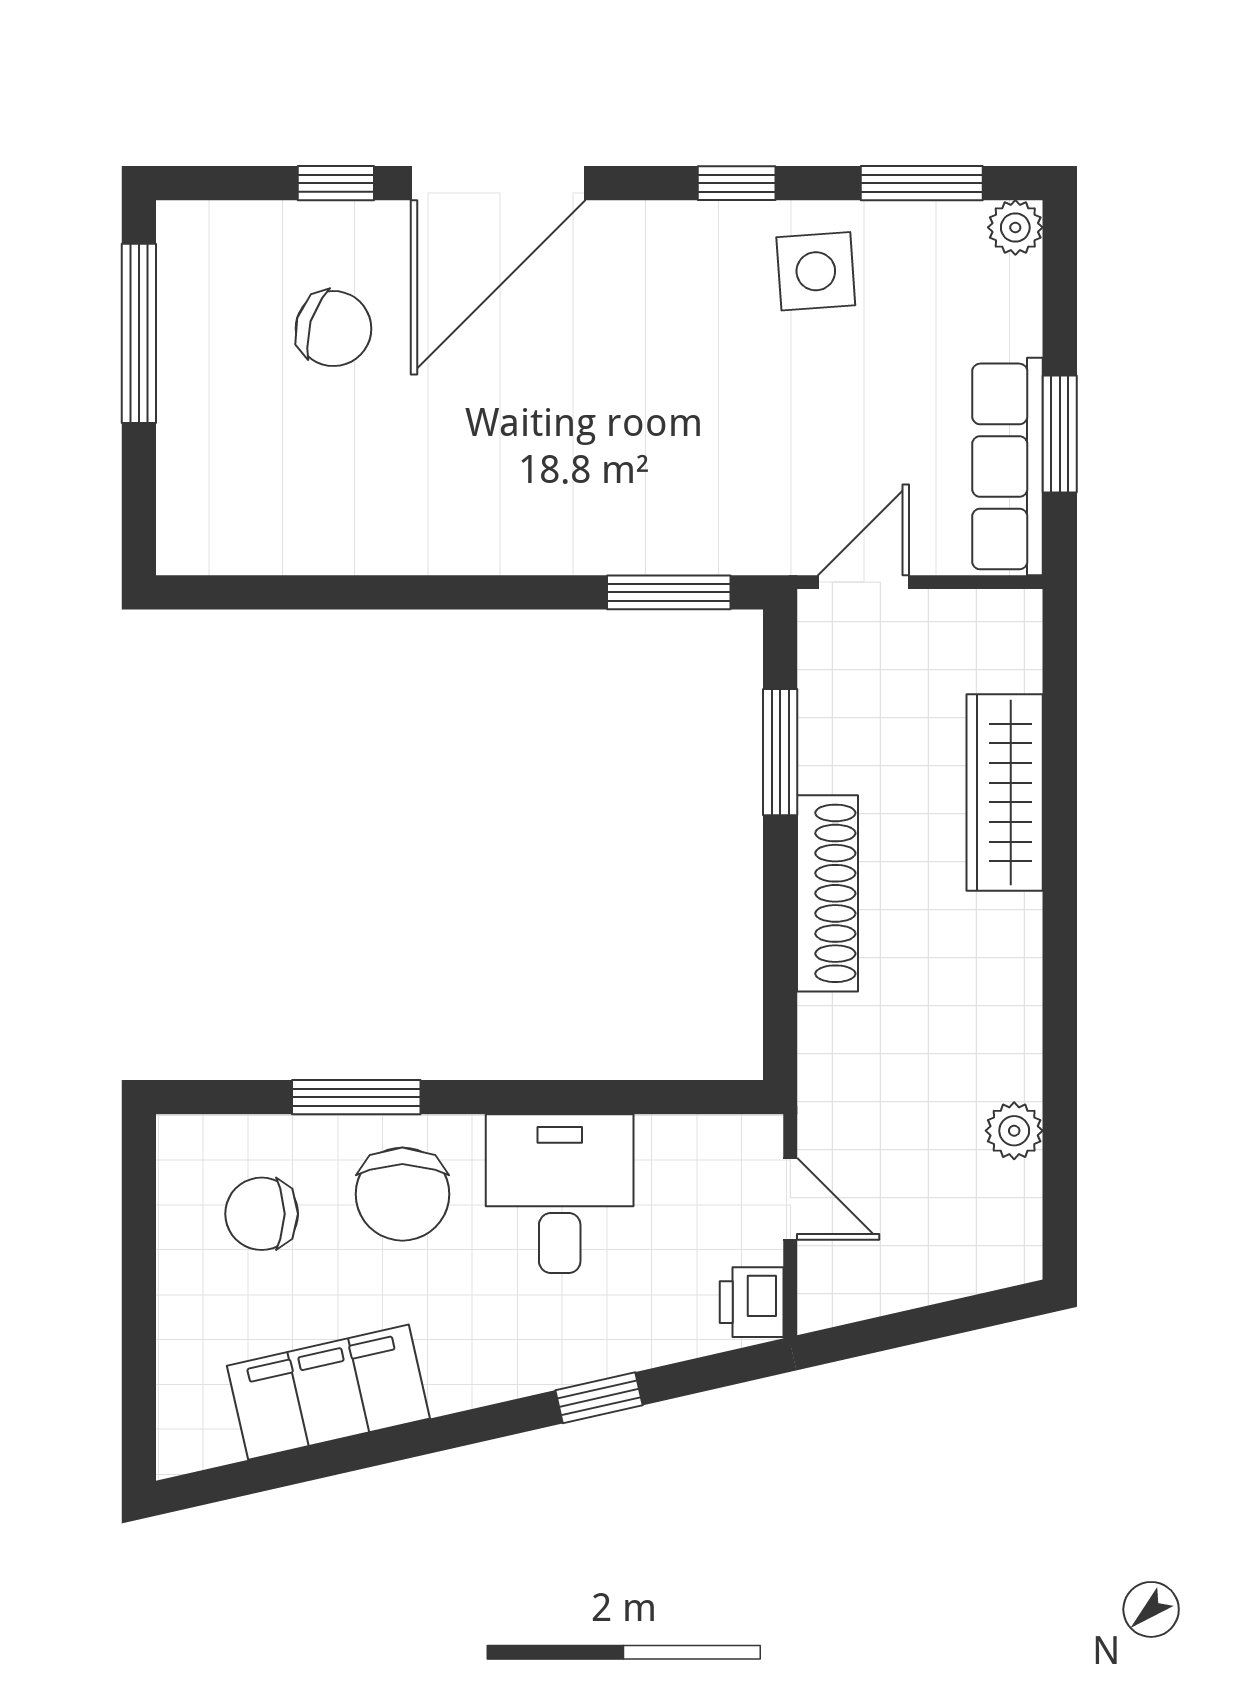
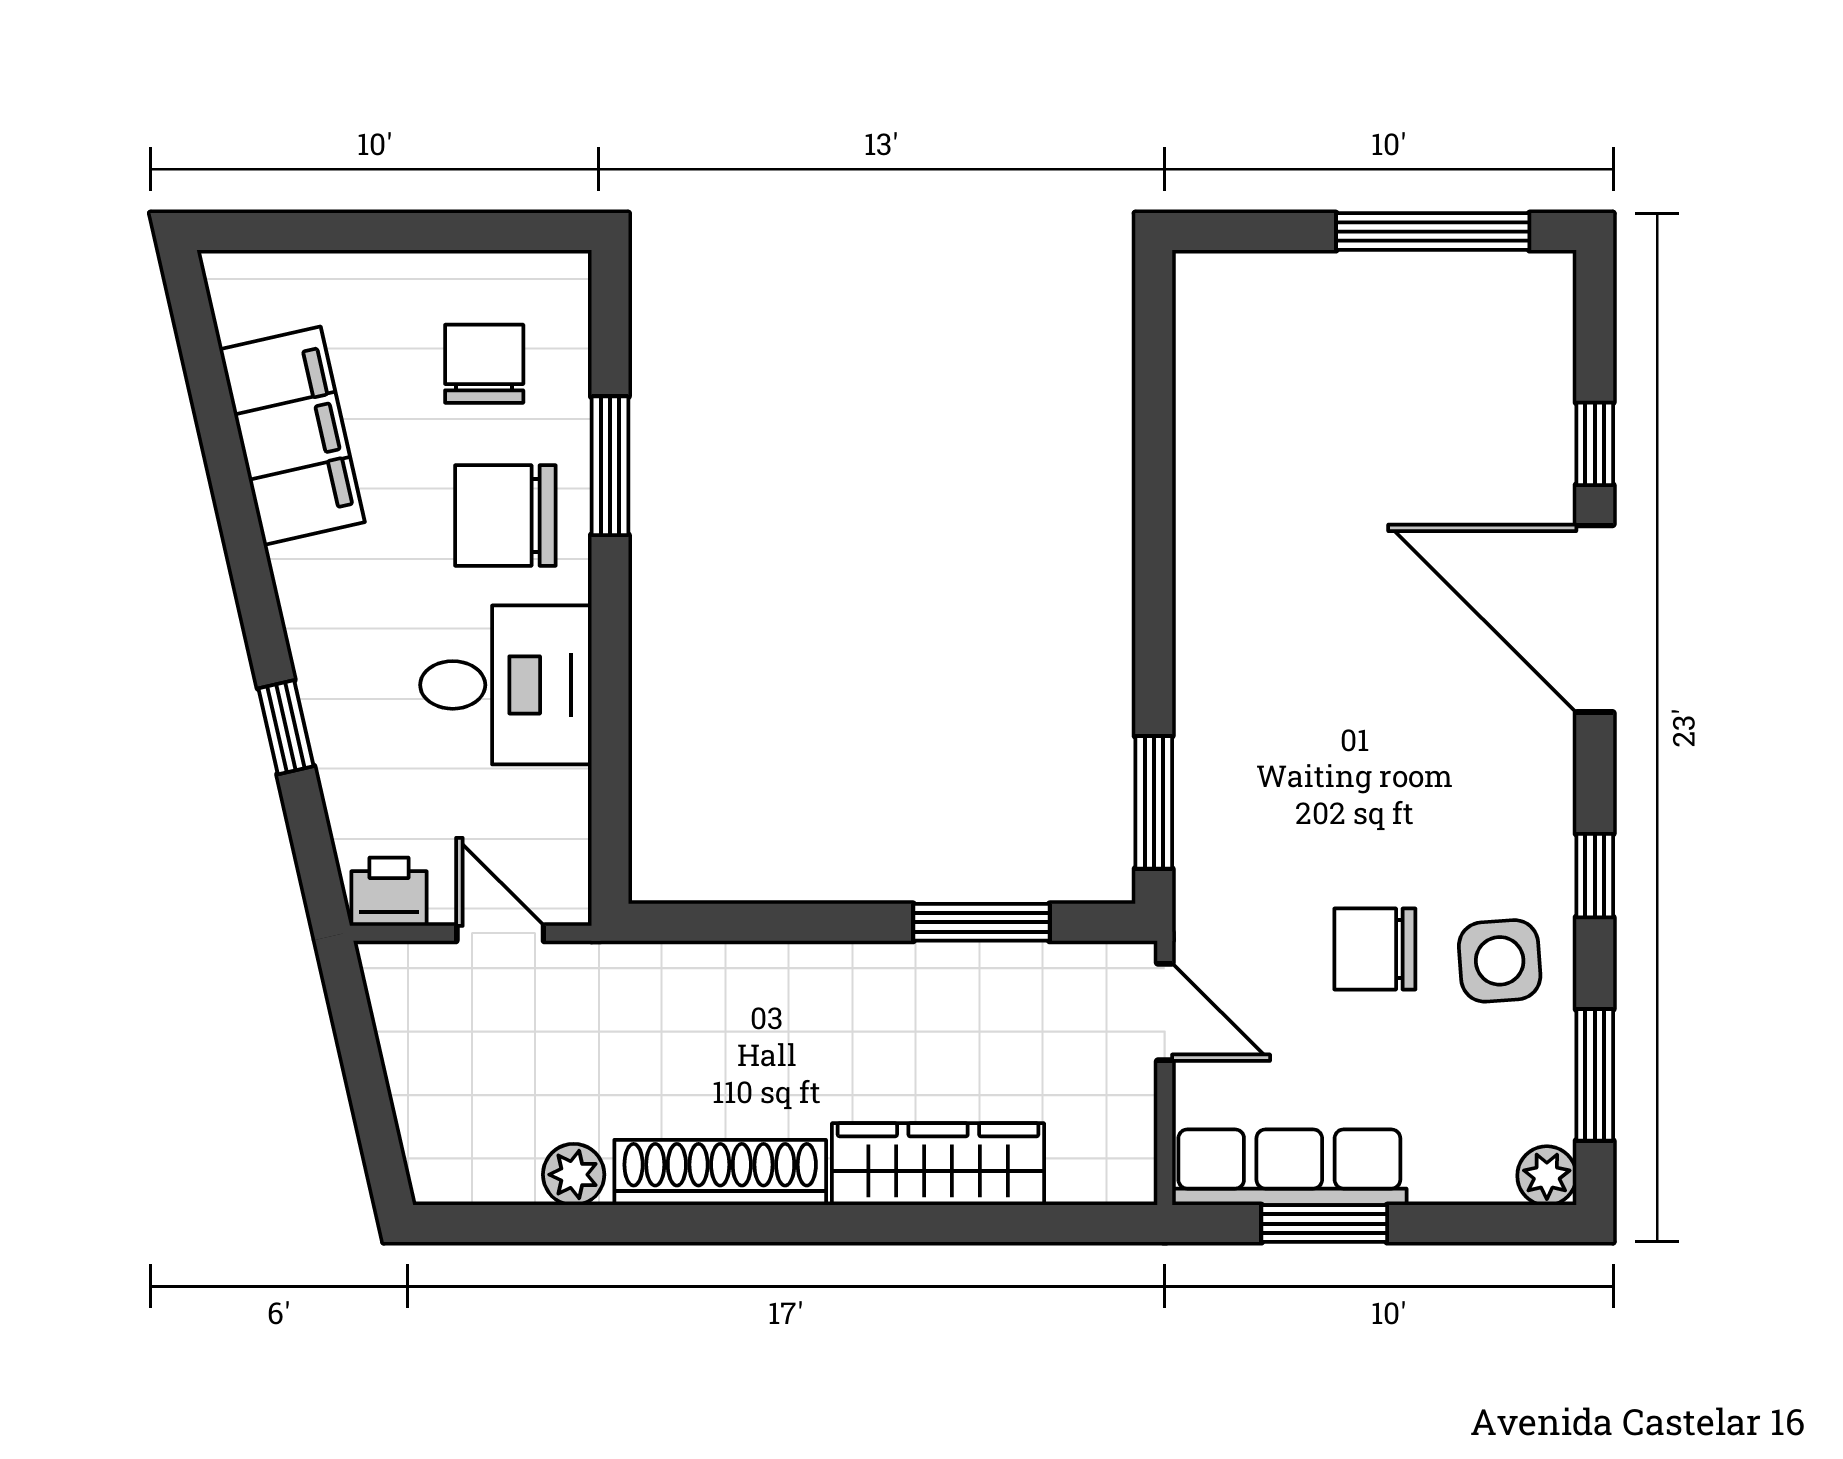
chair: (333, 329) -> (1375, 949), moved, turned 73
shoe rack: (827, 893) -> (720, 1173), moved, turned 180
door: (790, 1199) -> (500, 933), swing flipped

